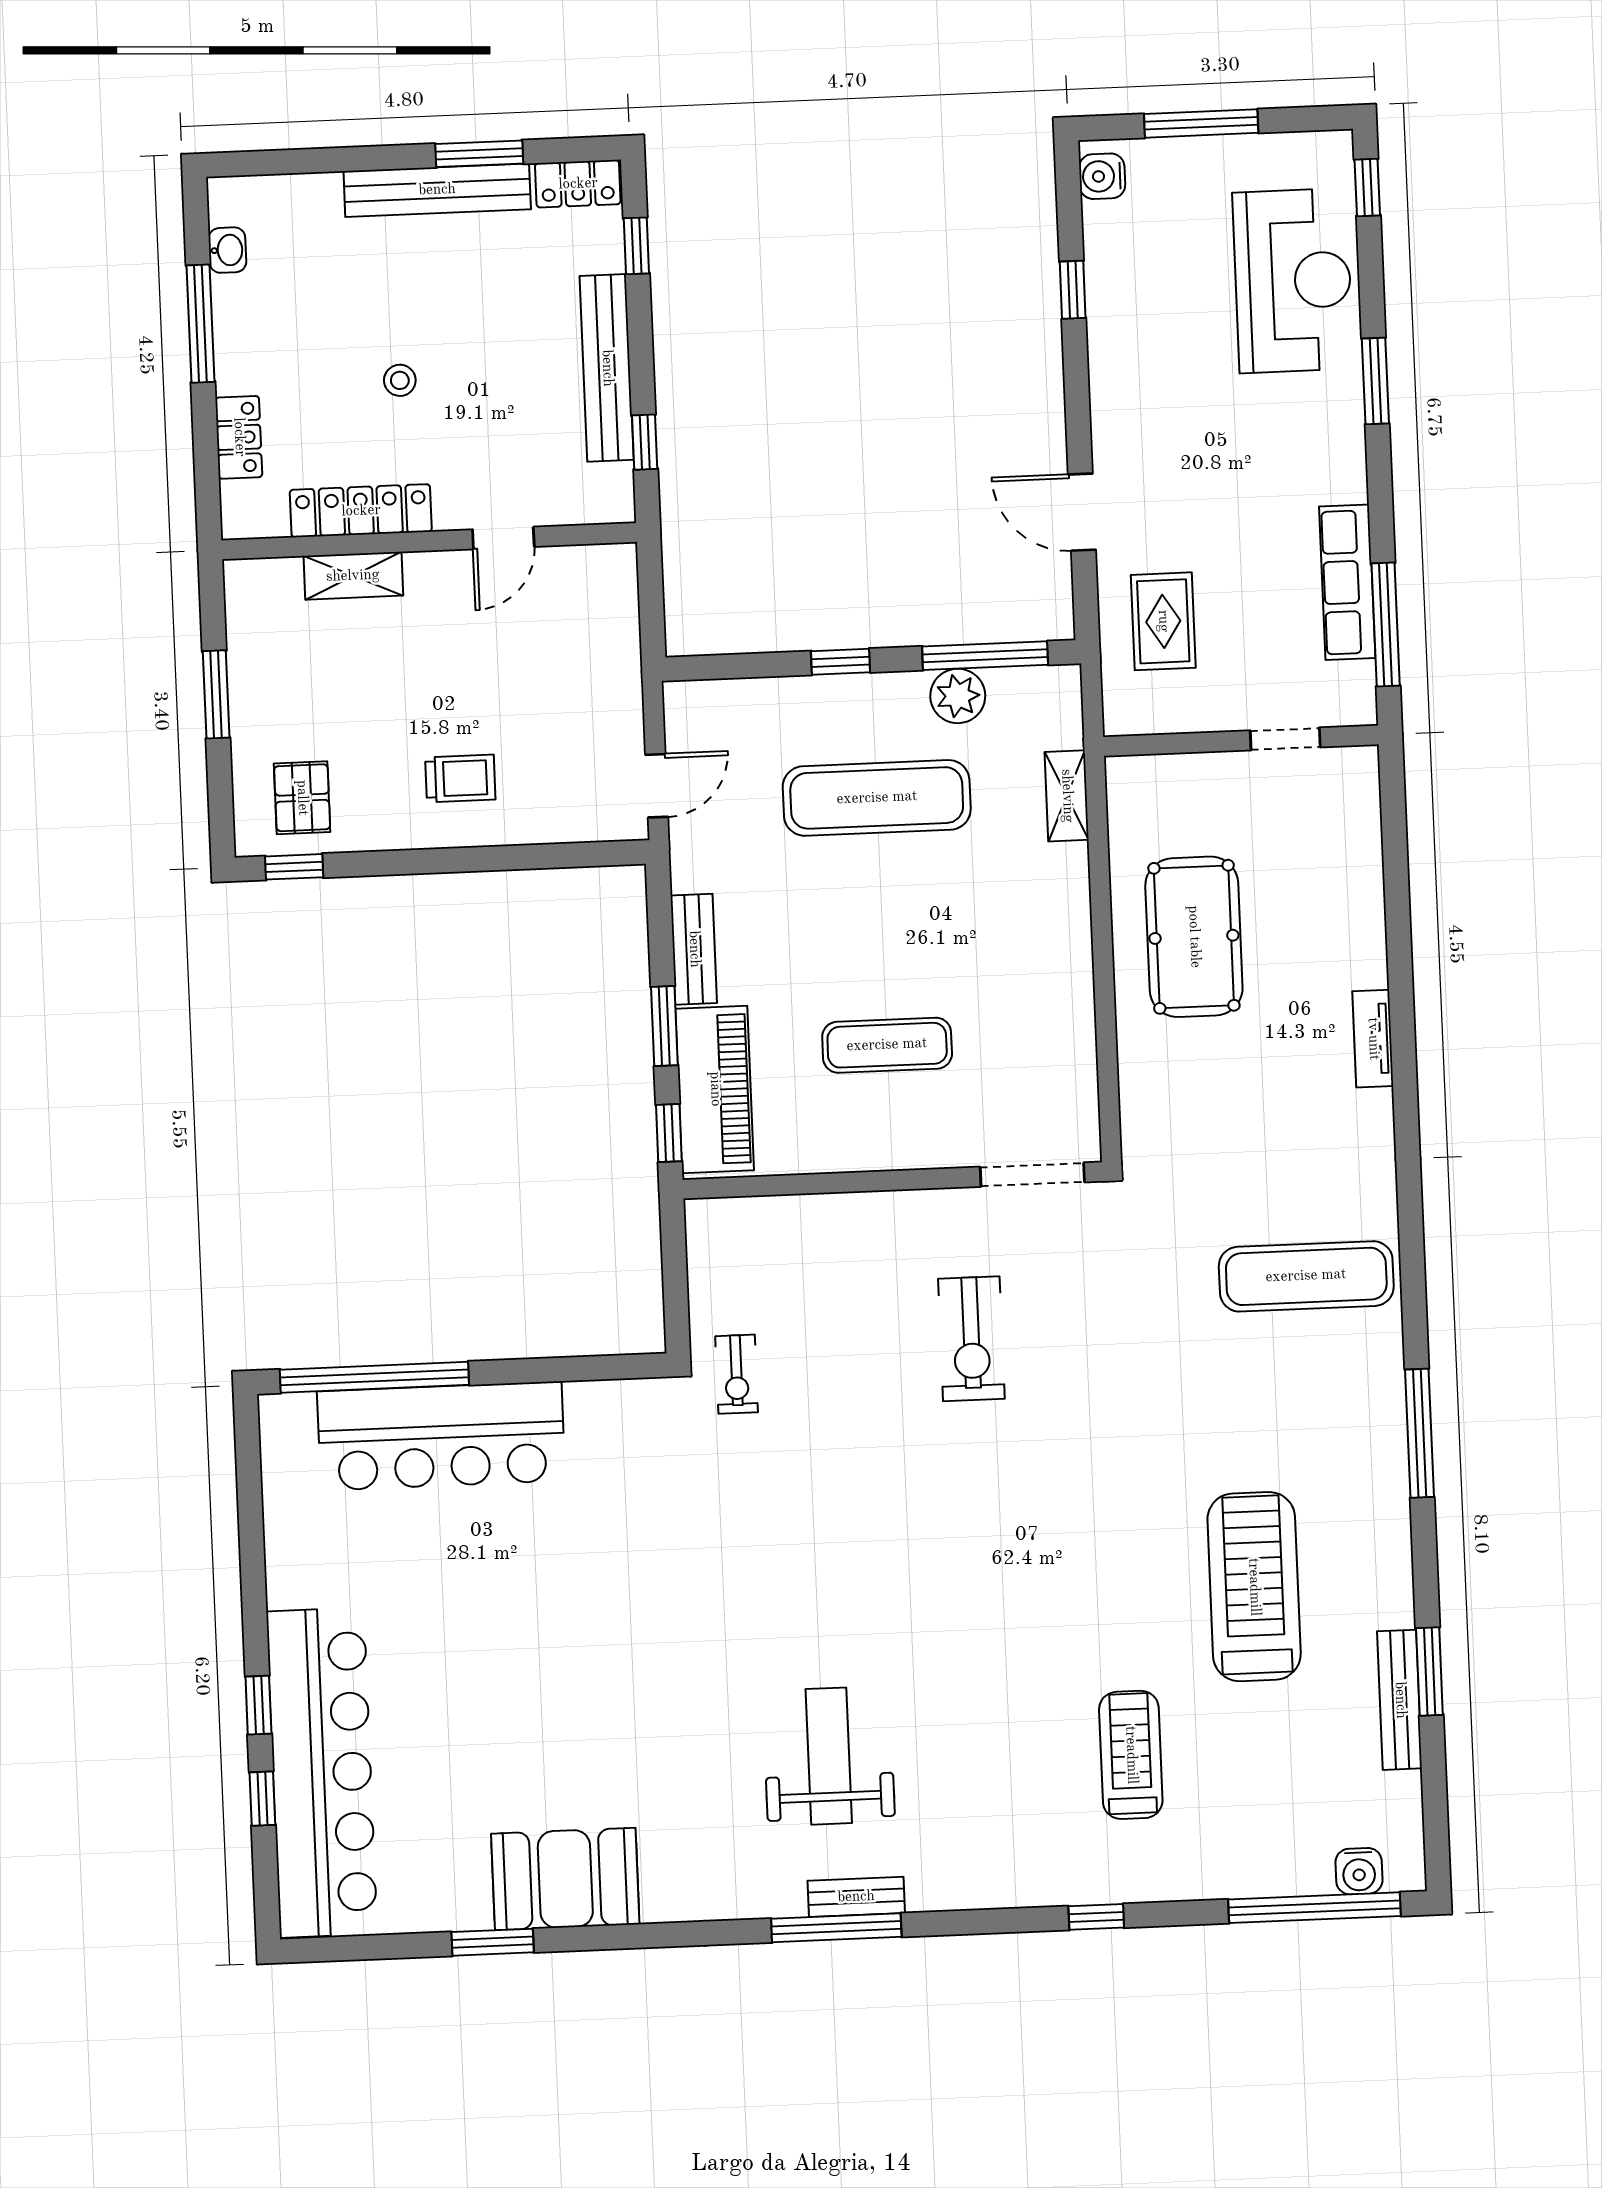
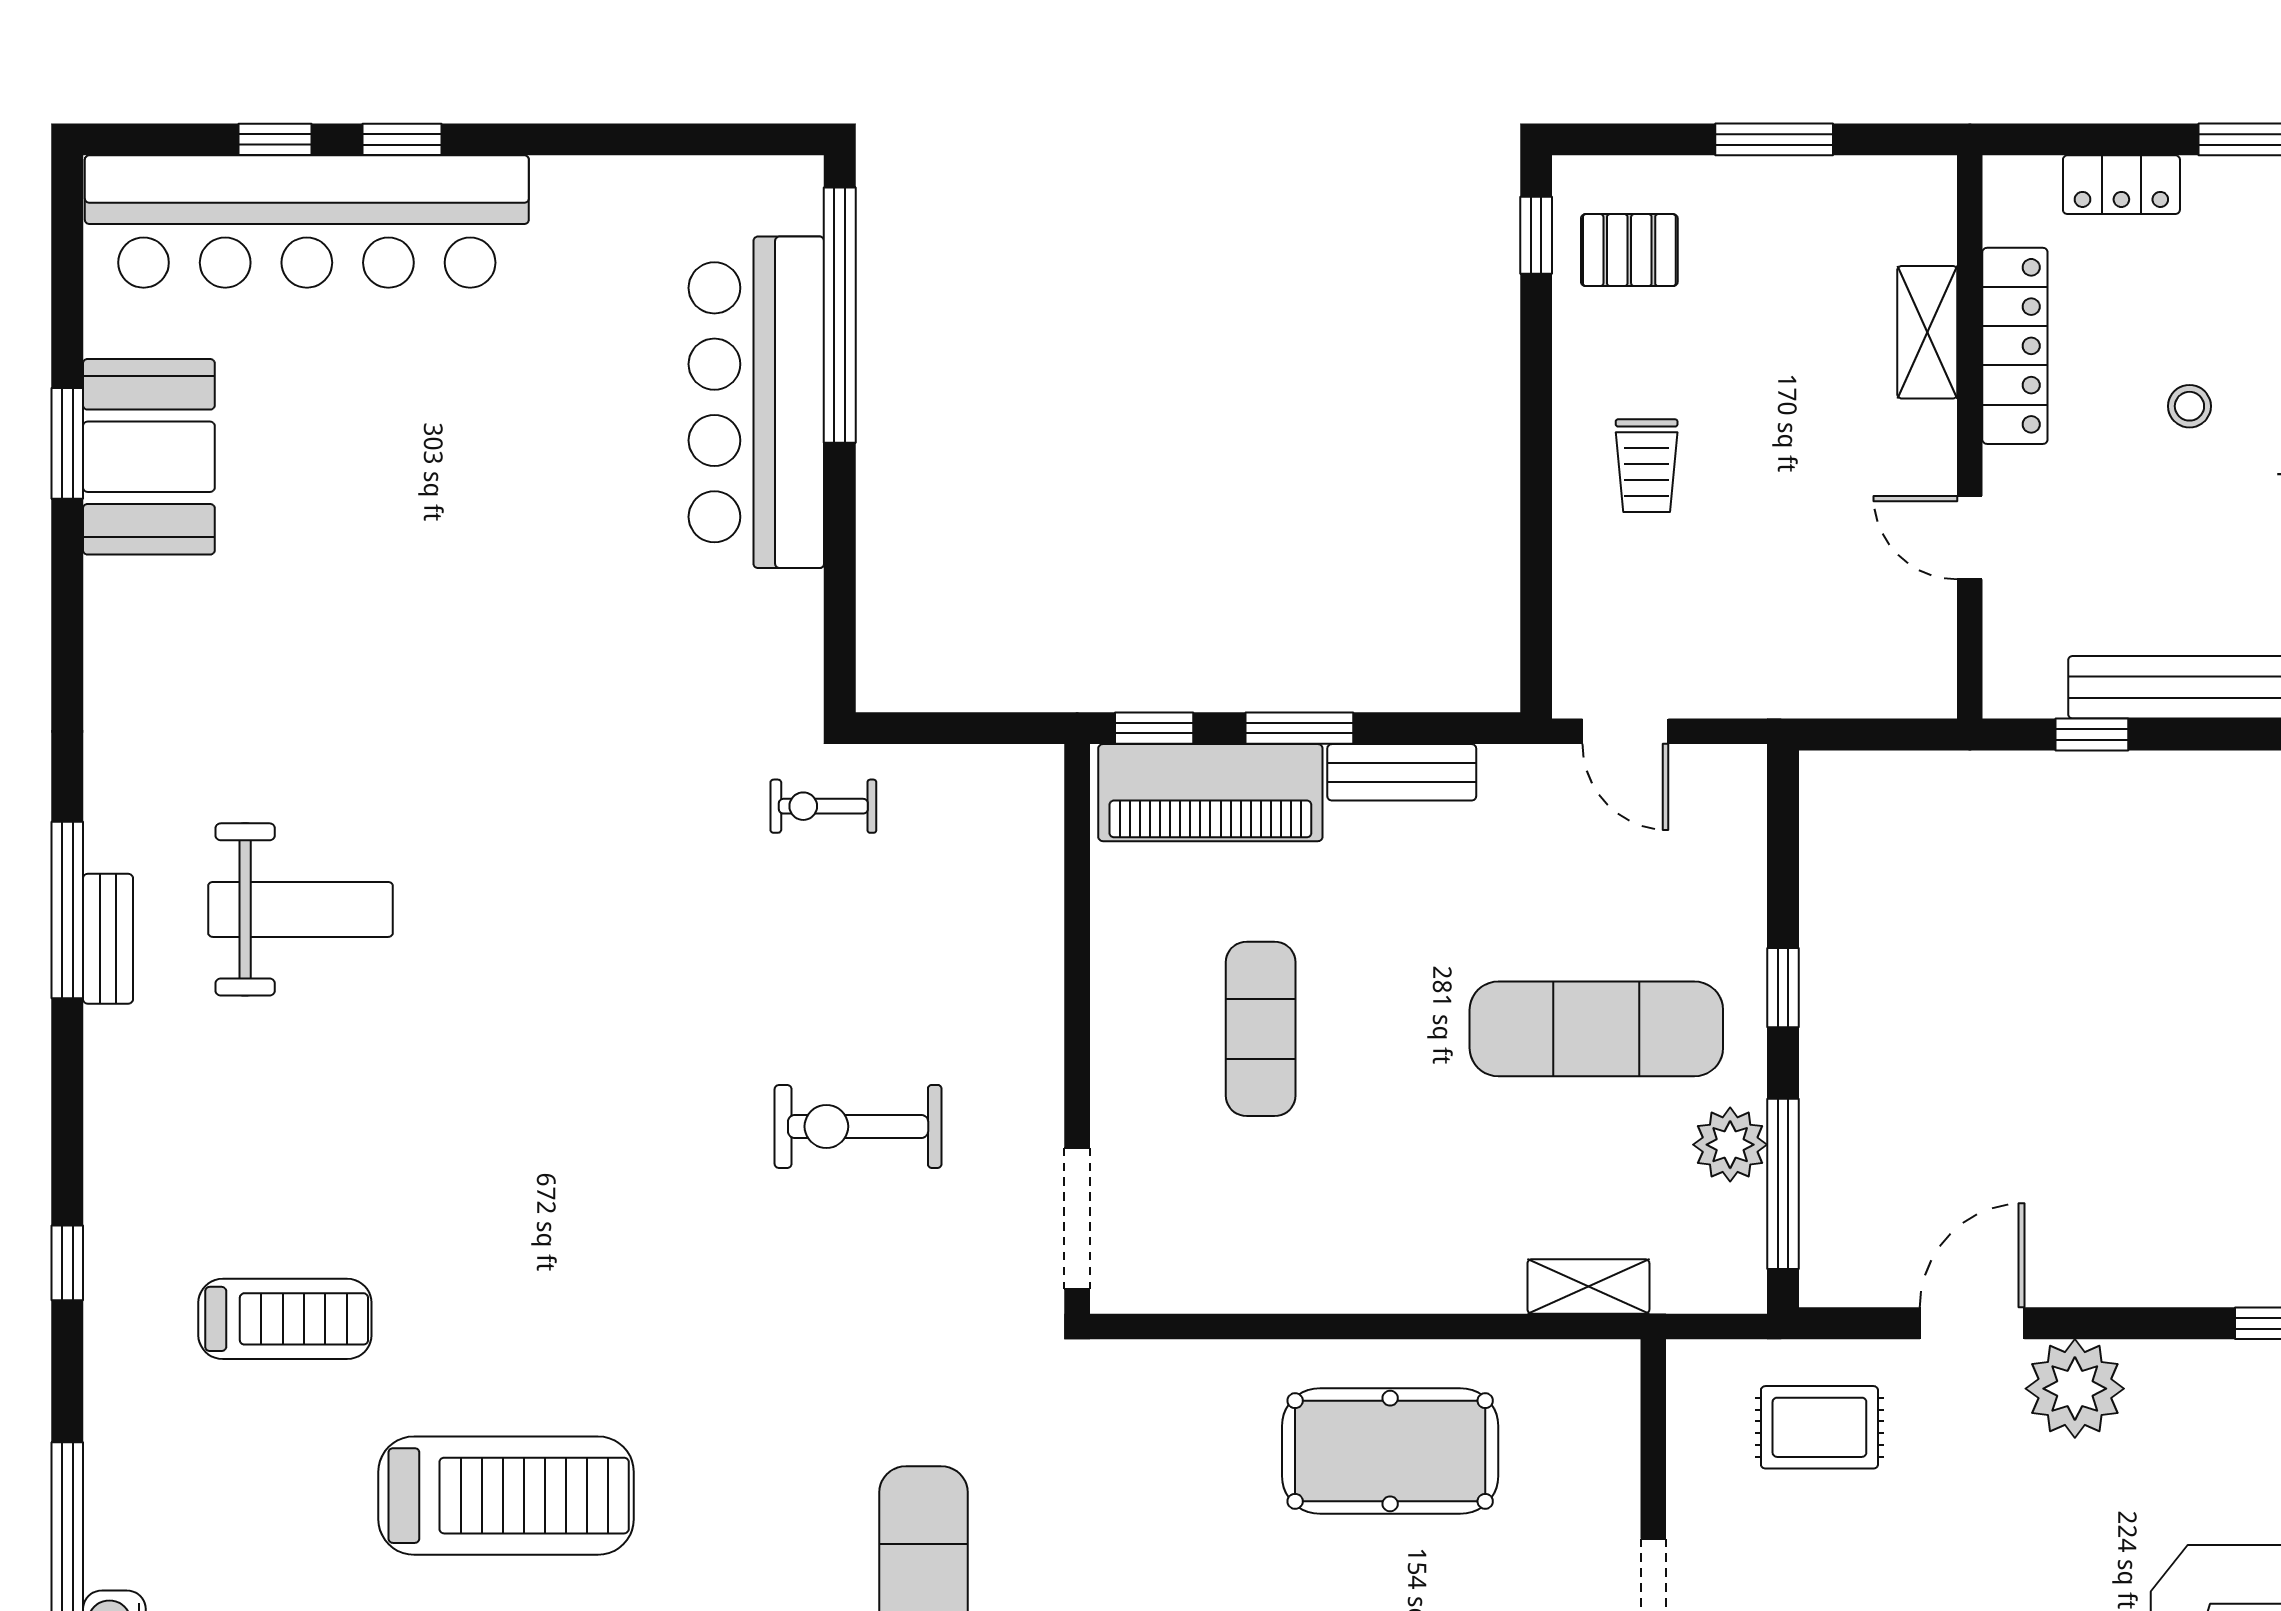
plant: (1127, 435) -> (2075, 1389), added
exercise mat: (877, 798) -> (1596, 1029), turned 90
booth: (565, 1879) -> (149, 457), moved

